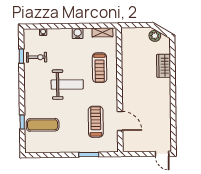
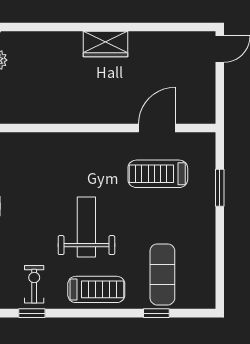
wardrobe: (164, 66) -> (105, 44), moved
treadmill: (100, 68) -> (96, 289), moved

